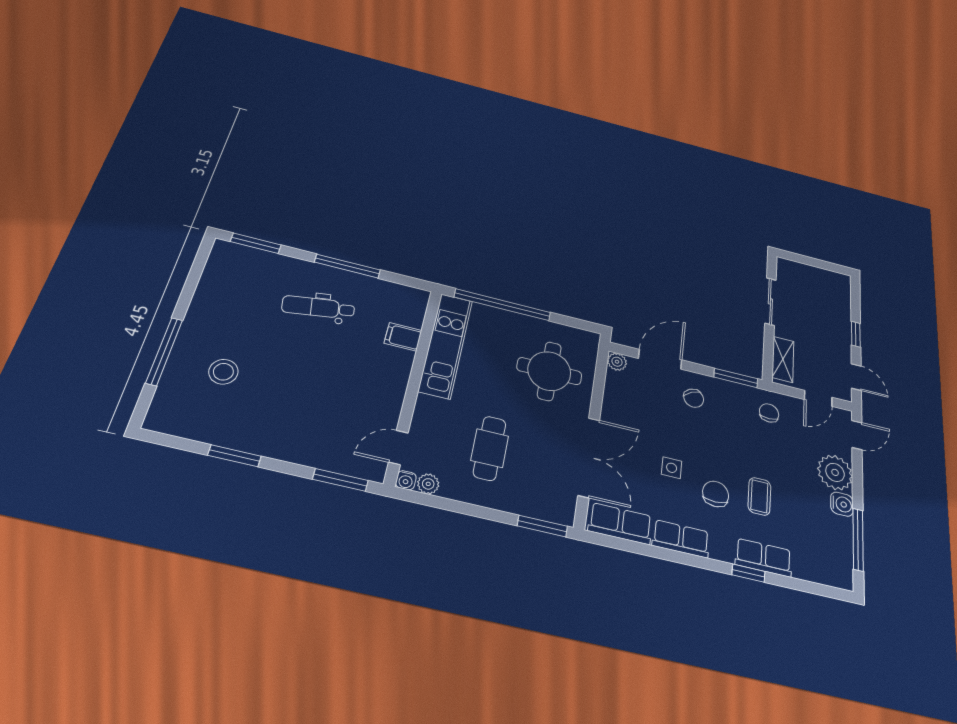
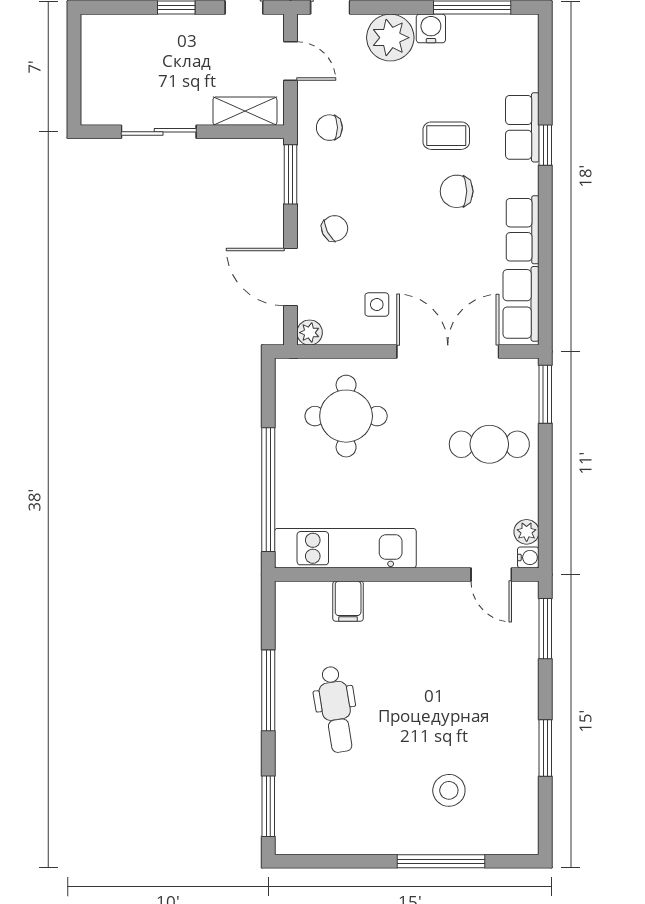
cafe table: (490, 448) -> (489, 444), moved
side table: (672, 468) -> (377, 305), moved

